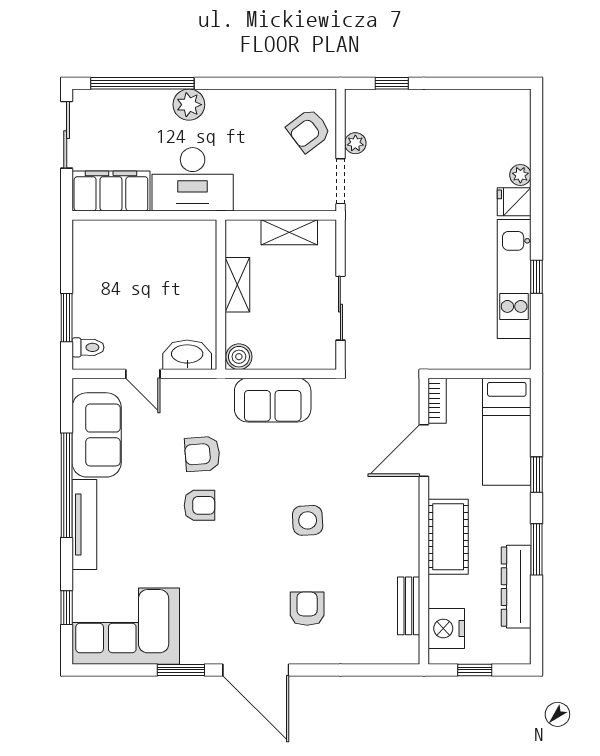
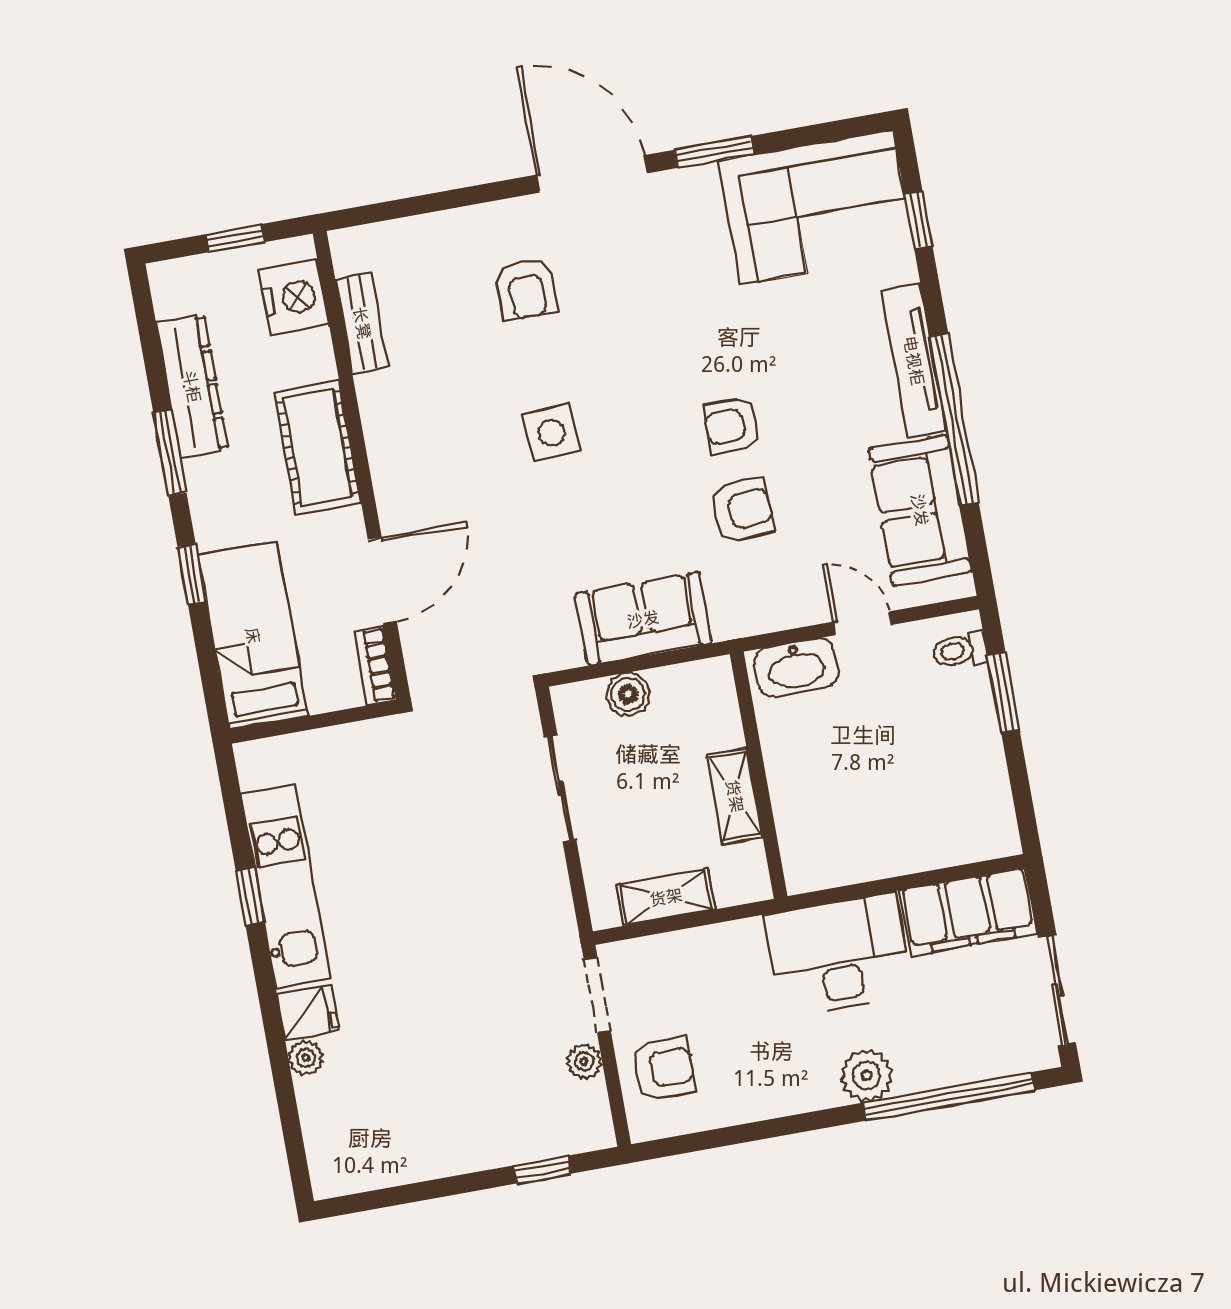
armchair: (309, 130) -> (664, 1068), turned 37
boiler: (239, 357) -> (628, 694), moved

